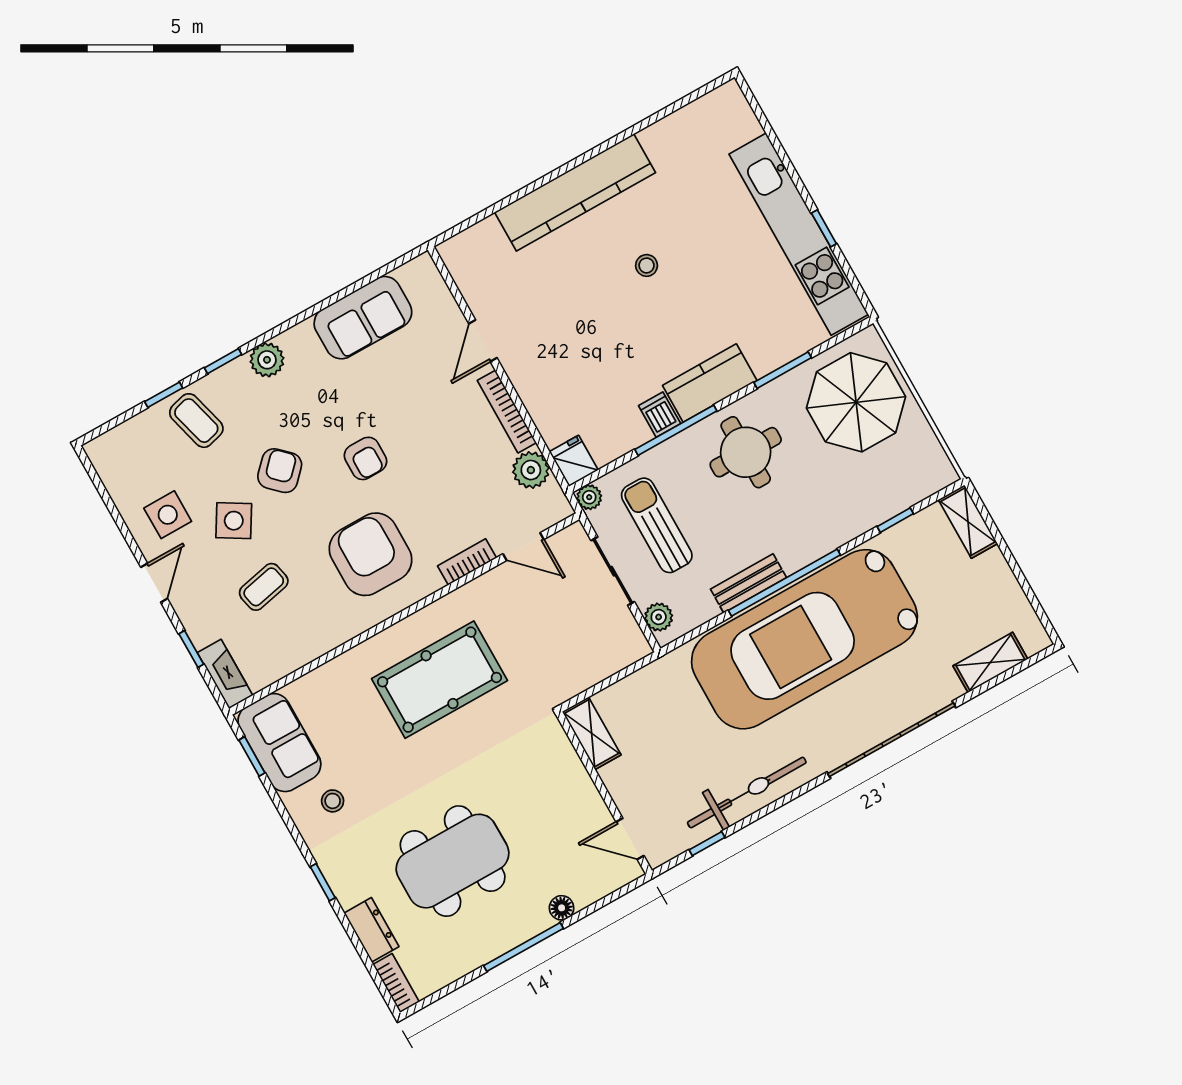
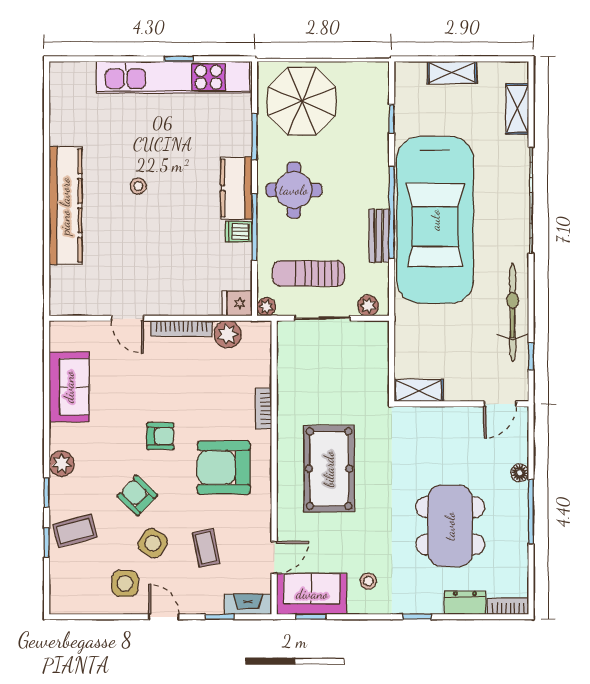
shelving: (968, 522) -> (452, 72), moved
door: (523, 547) -> (274, 557), moved

